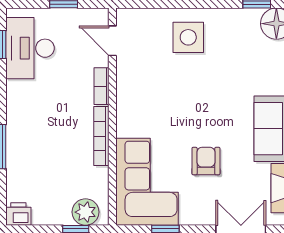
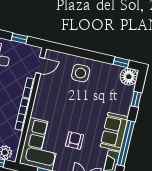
door: (112, 41) -> (40, 65), swing flipped

